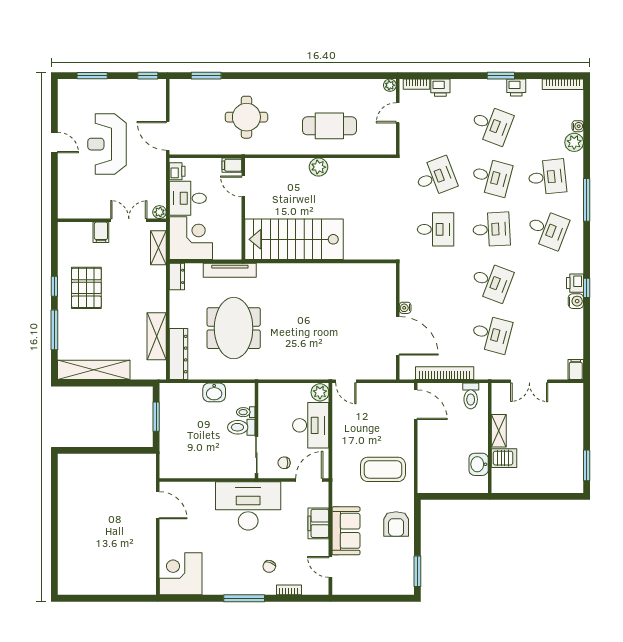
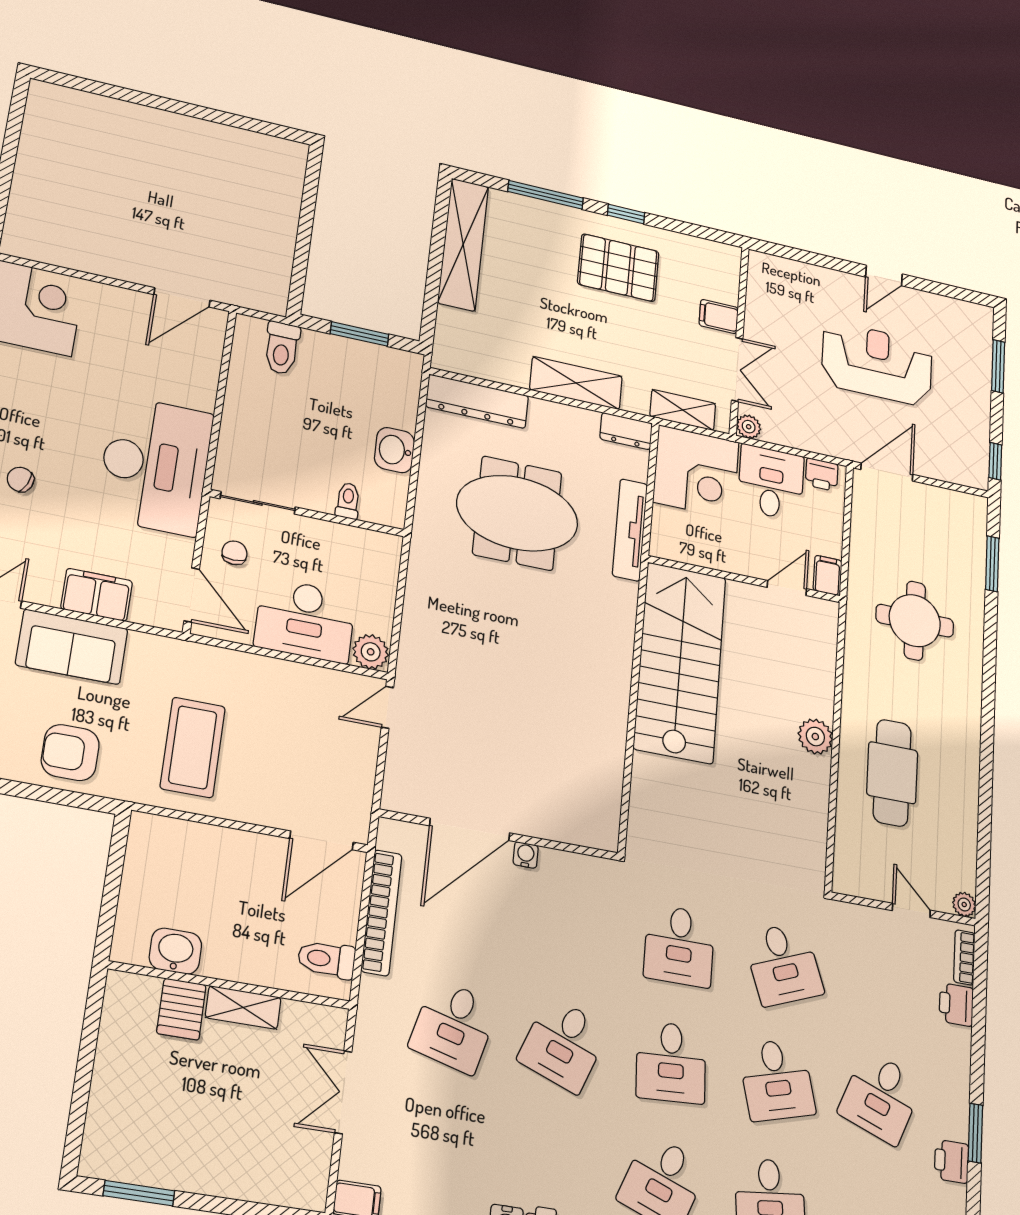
desk: (491, 177) -> (777, 1080), turned -30
shelving: (157, 336) -> (576, 383), moved
toilet: (241, 427) -> (282, 348), moved, turned 180

